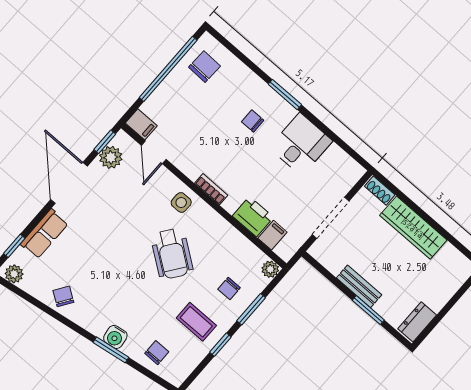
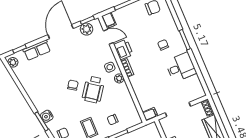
door: (154, 152) -> (108, 37), swing flipped
printer: (253, 217) -> (123, 50), moved
filing cabinet: (272, 235) -> (150, 114), moved
plant: (270, 269) -> (119, 78), moved
chair: (63, 296) -> (73, 85), moved

